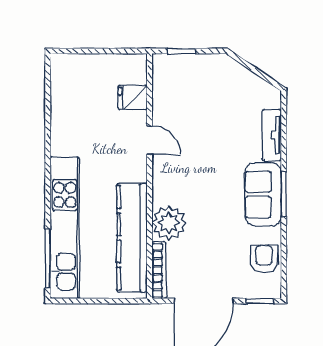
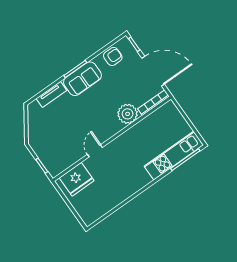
fridge: (133, 97) -> (77, 179), width x1.88, depth x1.34
kitchen unit: (65, 228) -> (174, 156), width x0.73
kitchen counter: (132, 238) -> (147, 126), removed
armchair: (264, 259) -> (113, 57), turned 180

